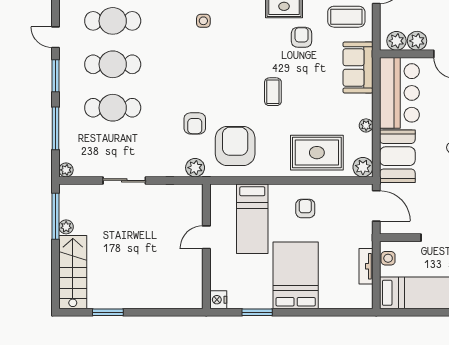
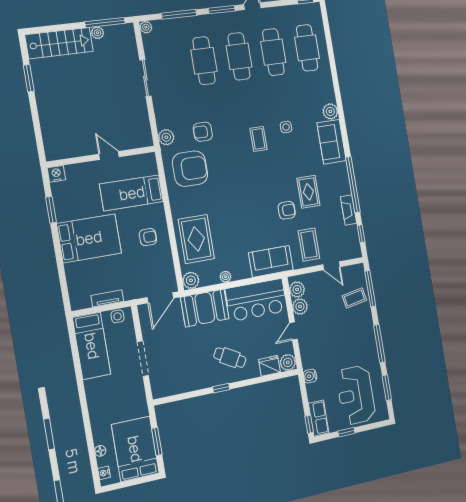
coffee table: (273, 92) -> (258, 139), moved, turned 90

